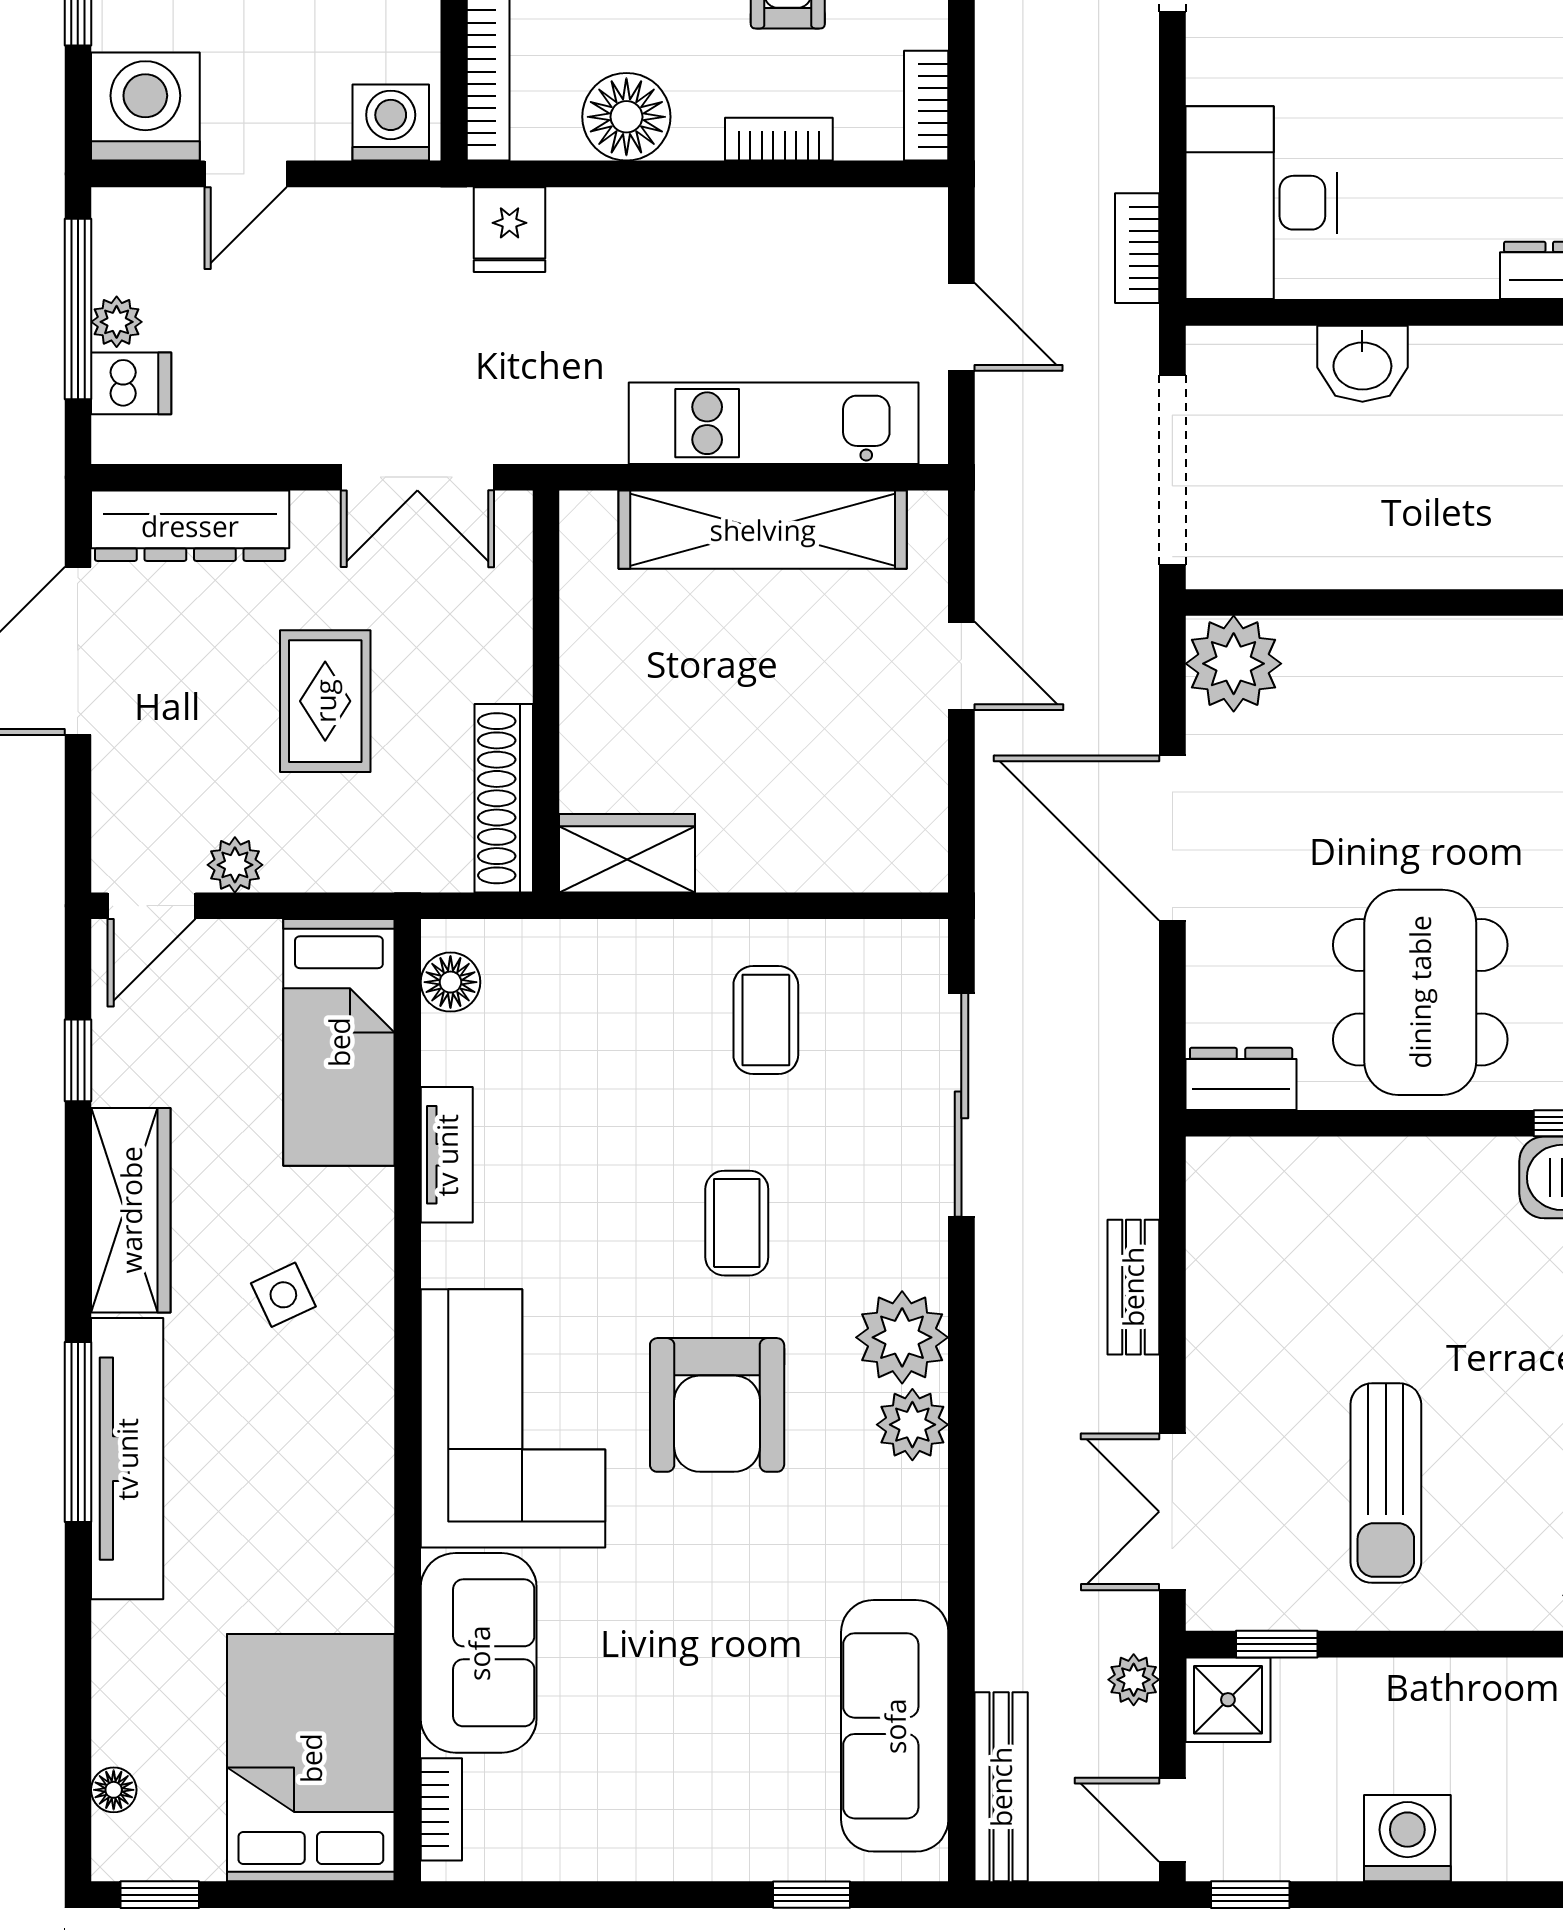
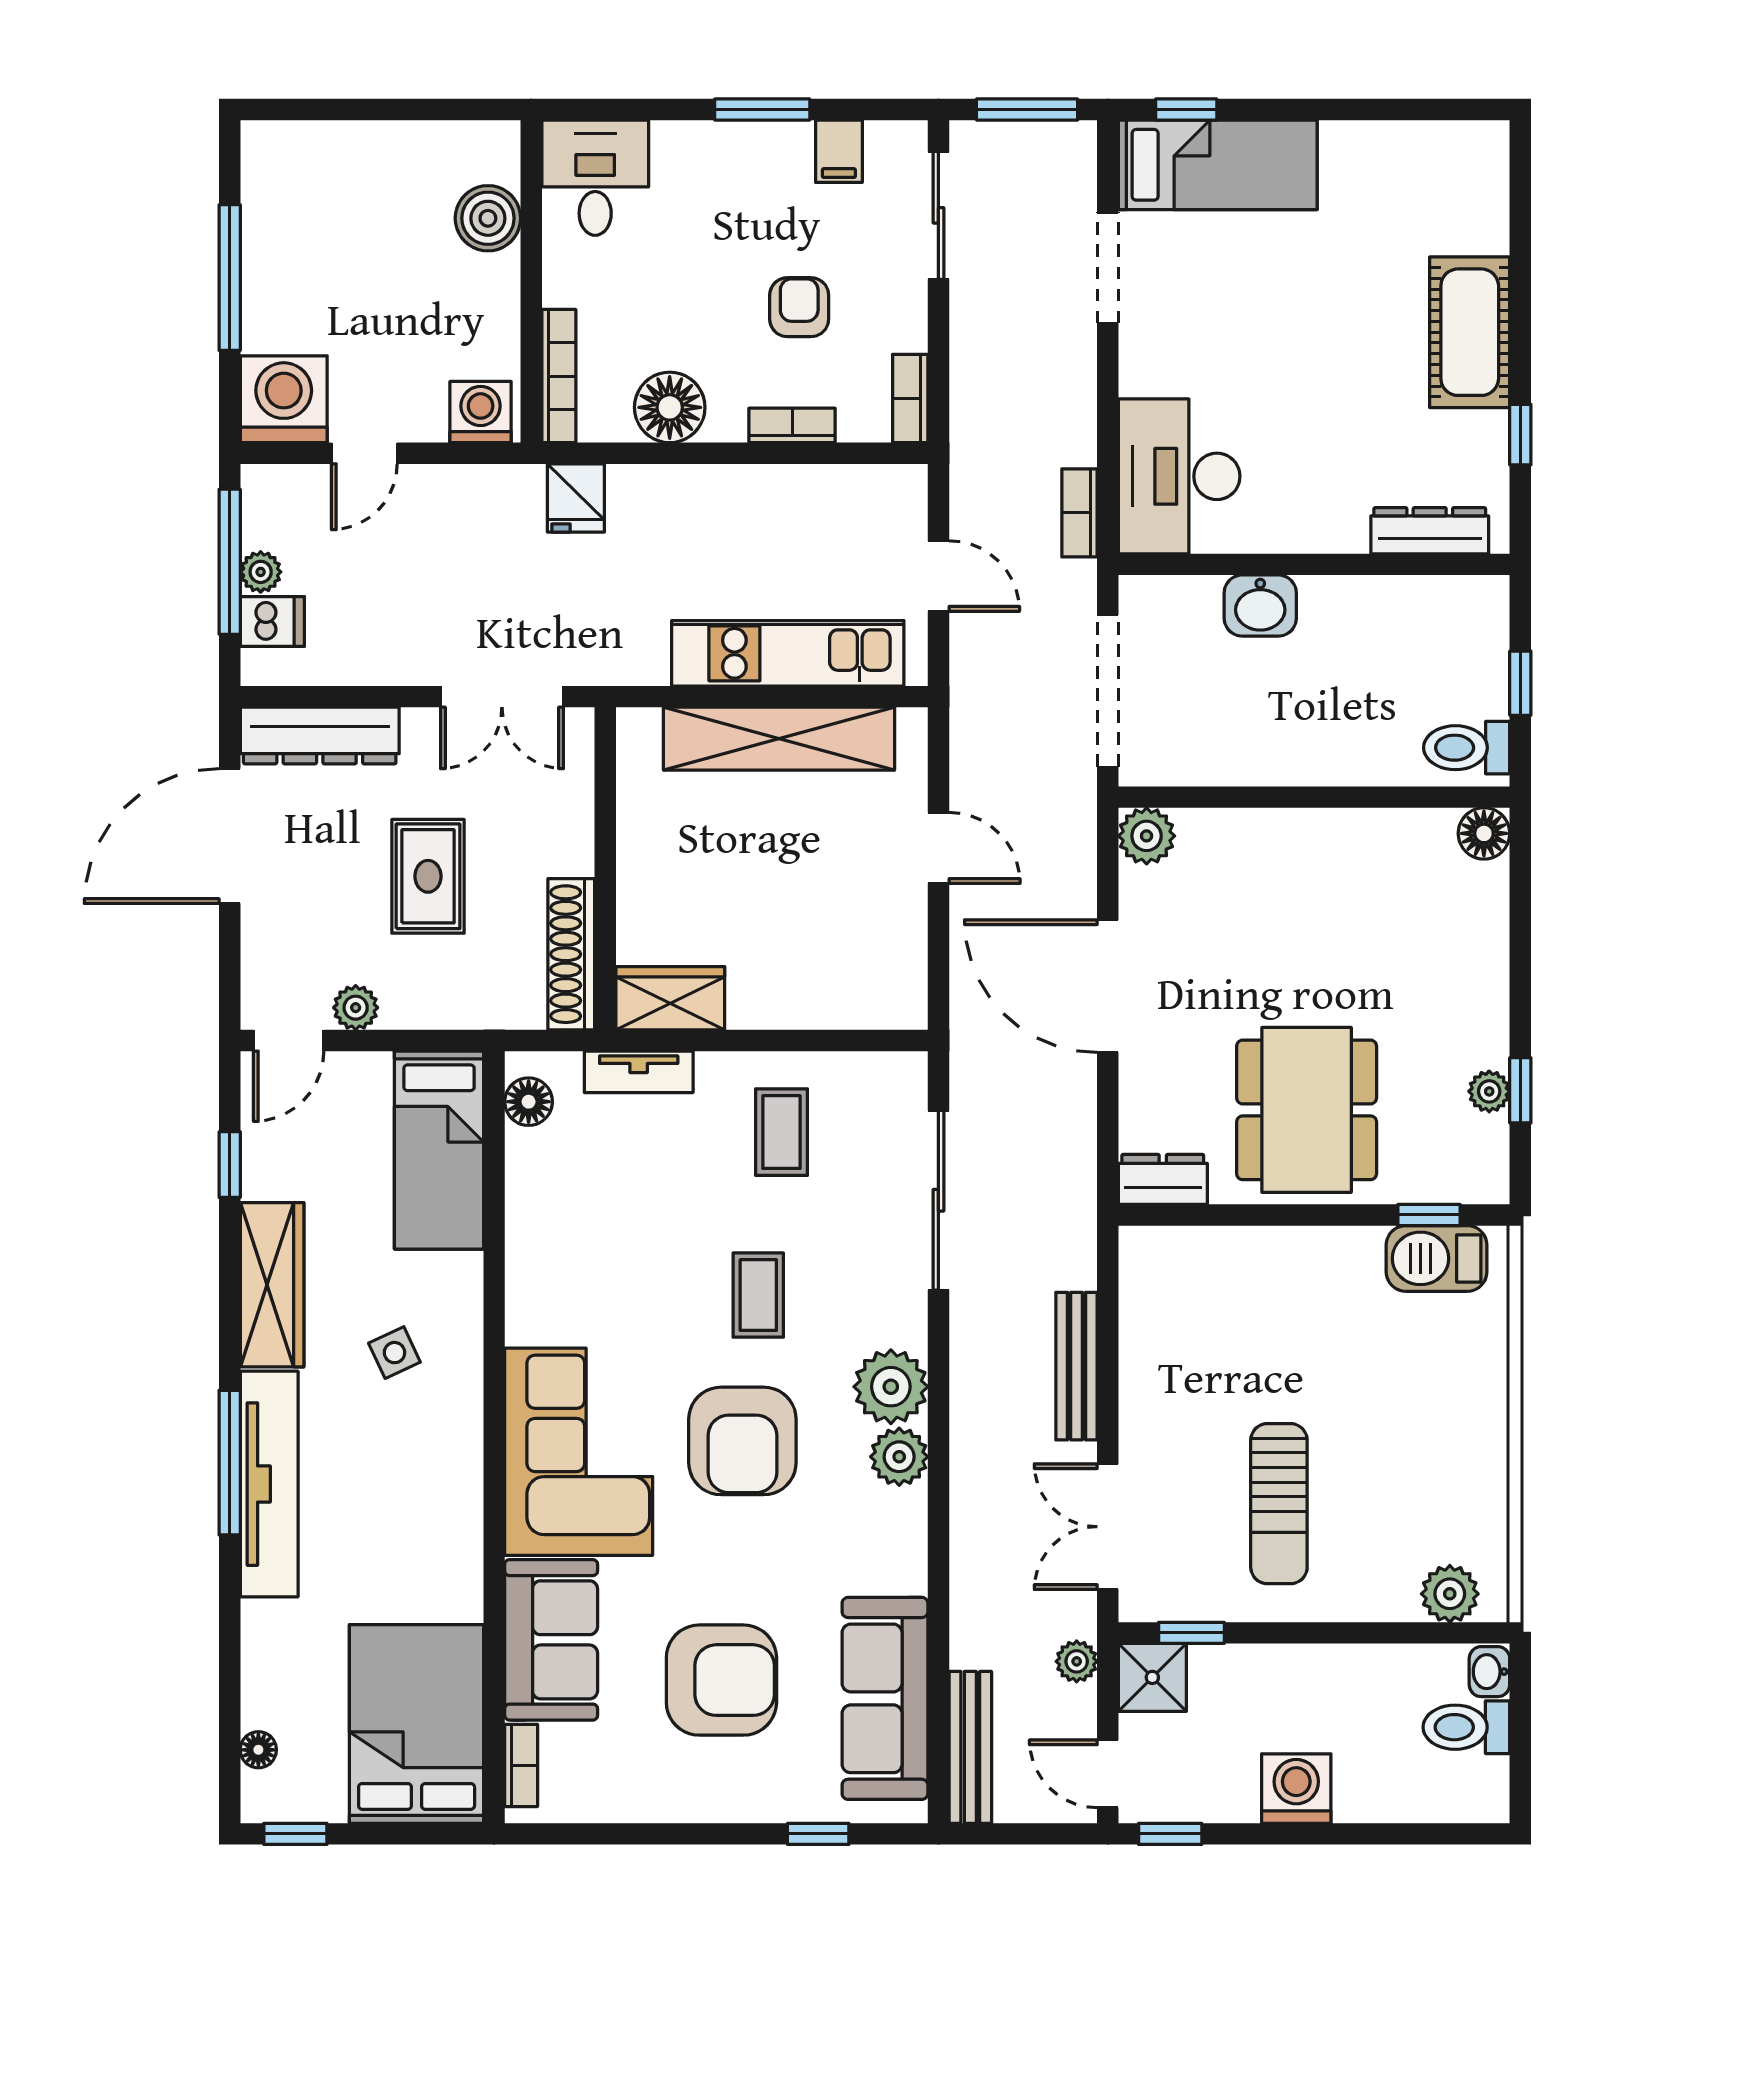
plant: (1234, 664) -> (1147, 836), width x0.73, depth x0.73
tv unit: (447, 1155) -> (639, 1072), moved, turned 90
bench: (1133, 1287) -> (1076, 1366), width x1.36
armchair: (691, 1703) -> (721, 1680), added

